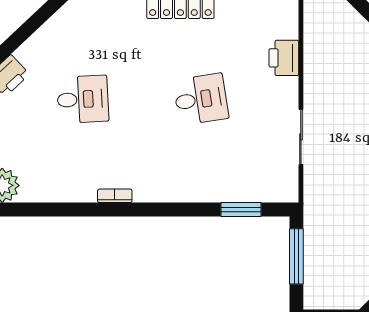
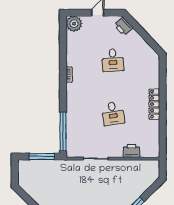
window: (241, 210) -> (63, 132), width x2.11

